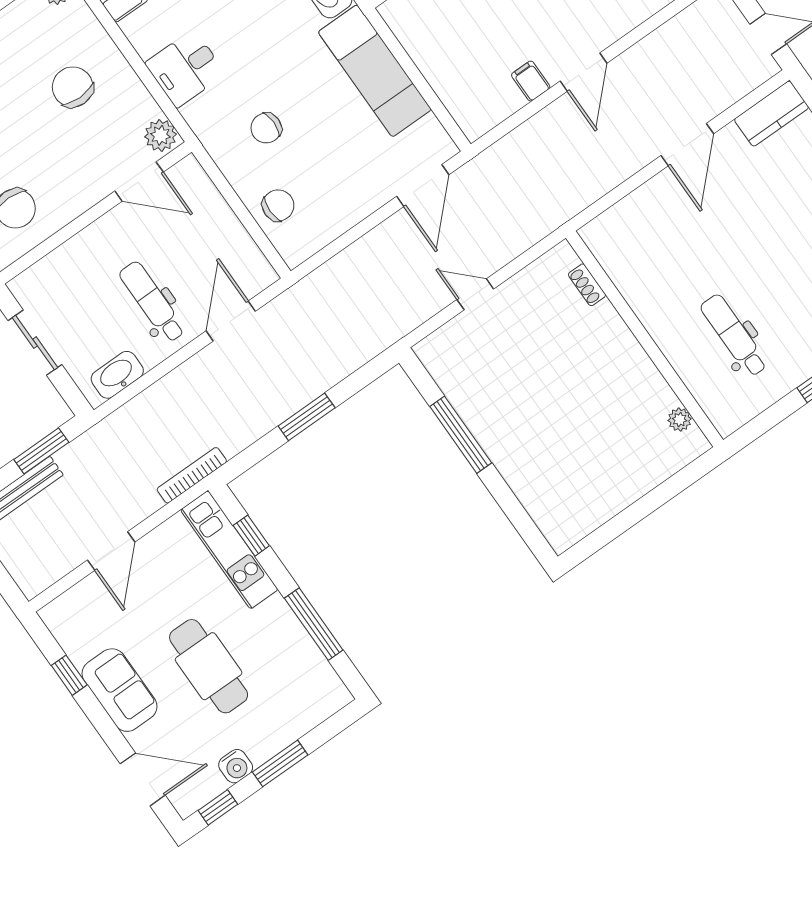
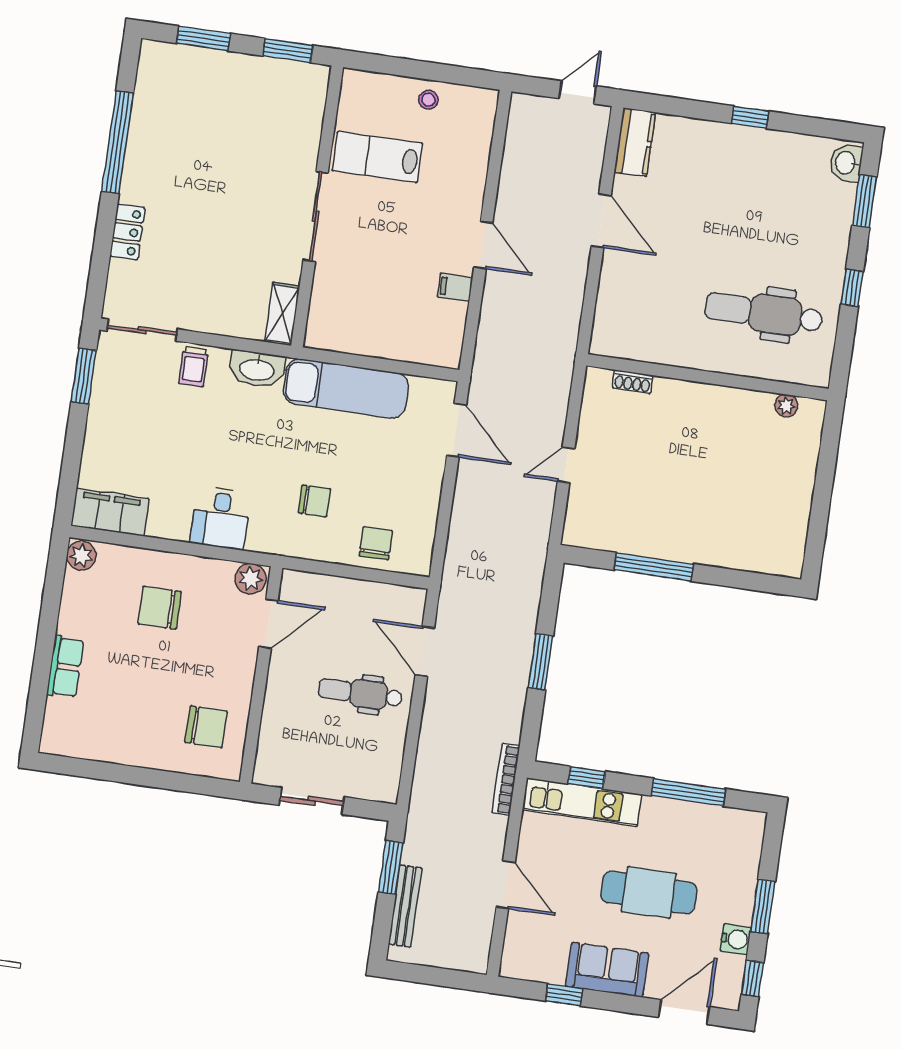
chair: (266, 128) -> (314, 501), turned -90
dental chair: (734, 335) -> (764, 313), width x1.36, depth x1.38
washbasin: (117, 375) -> (388, 765), removed

